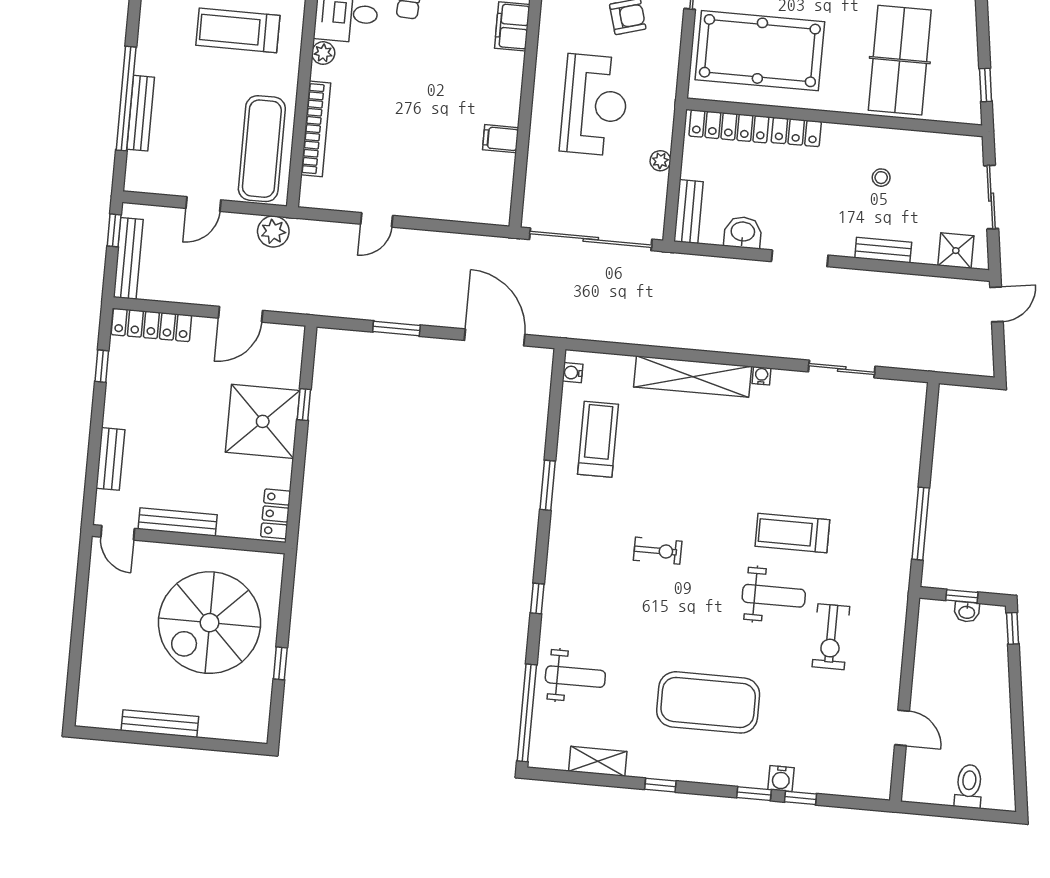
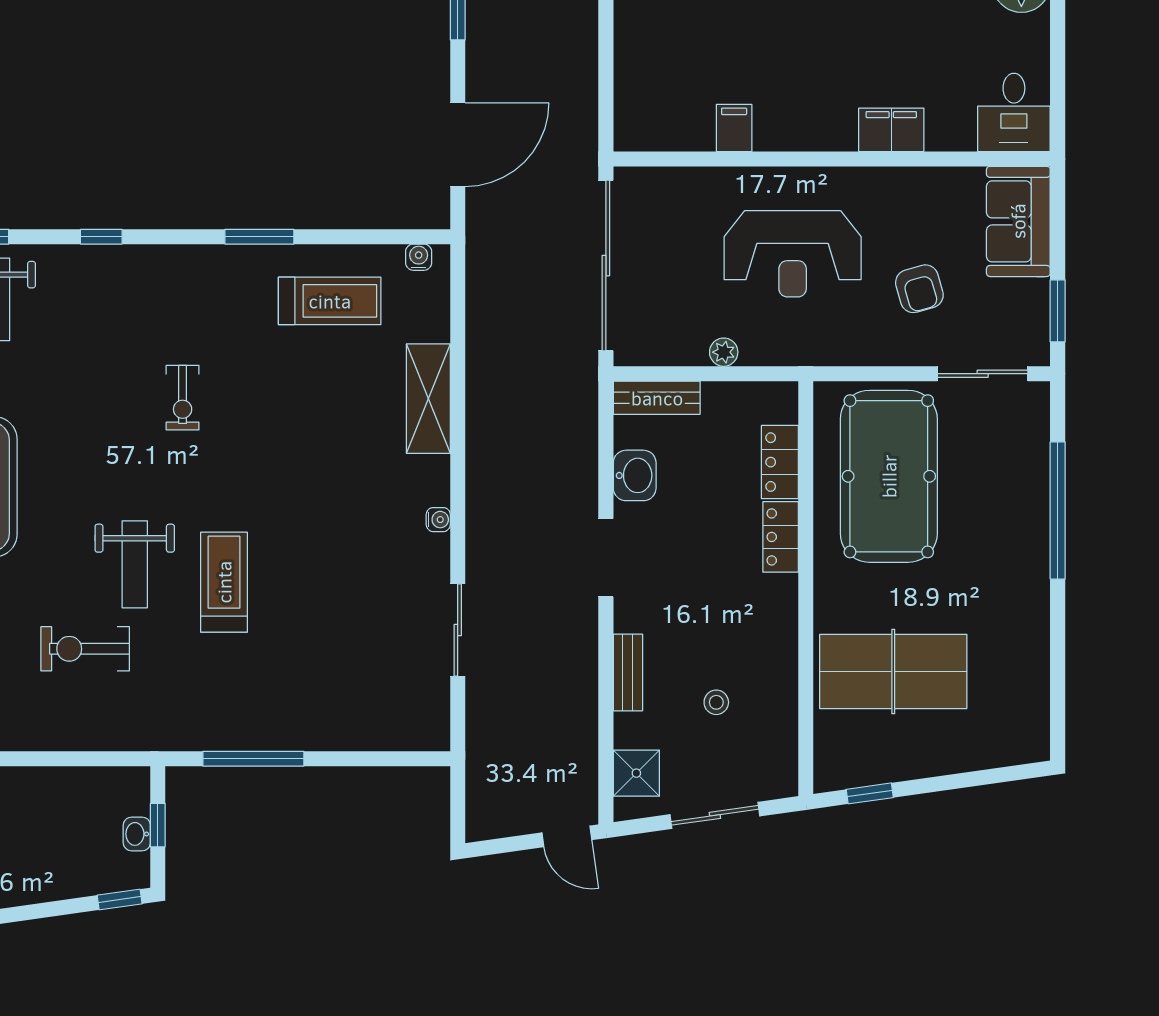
locker: (729, 126) -> (780, 462), width x0.66
stool: (881, 178) -> (716, 702), moved
shelving: (693, 377) -> (428, 399), width x0.68

